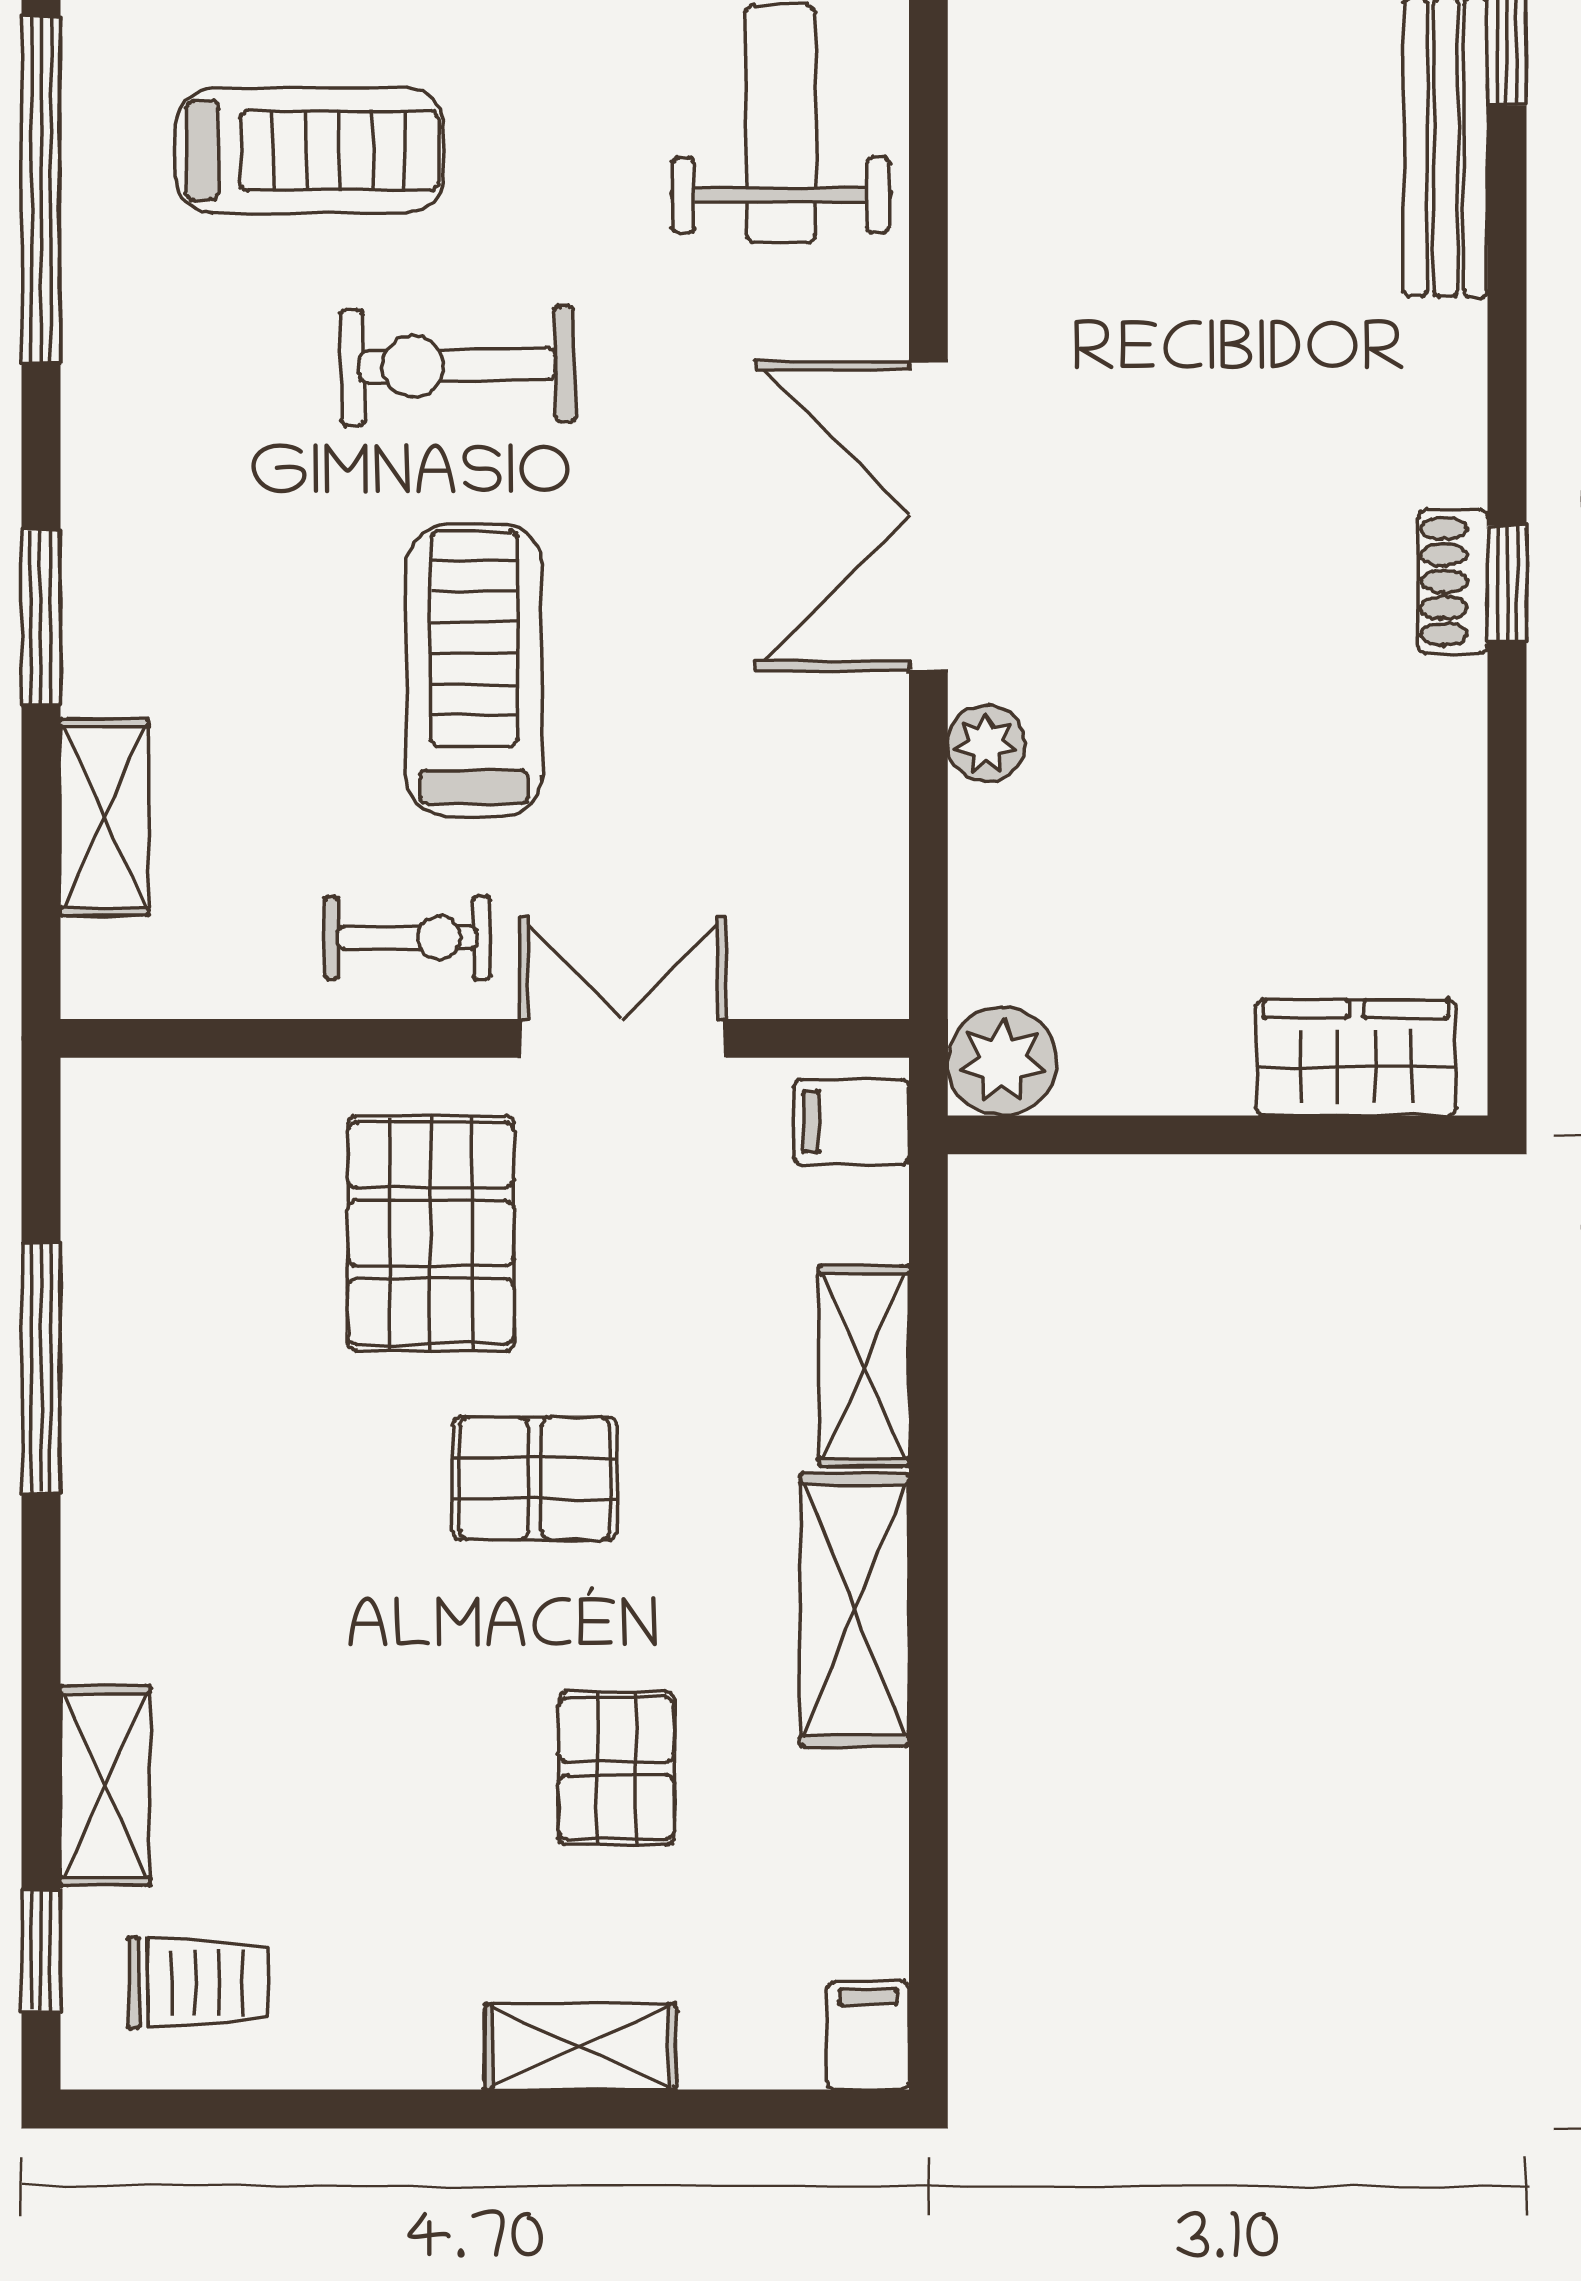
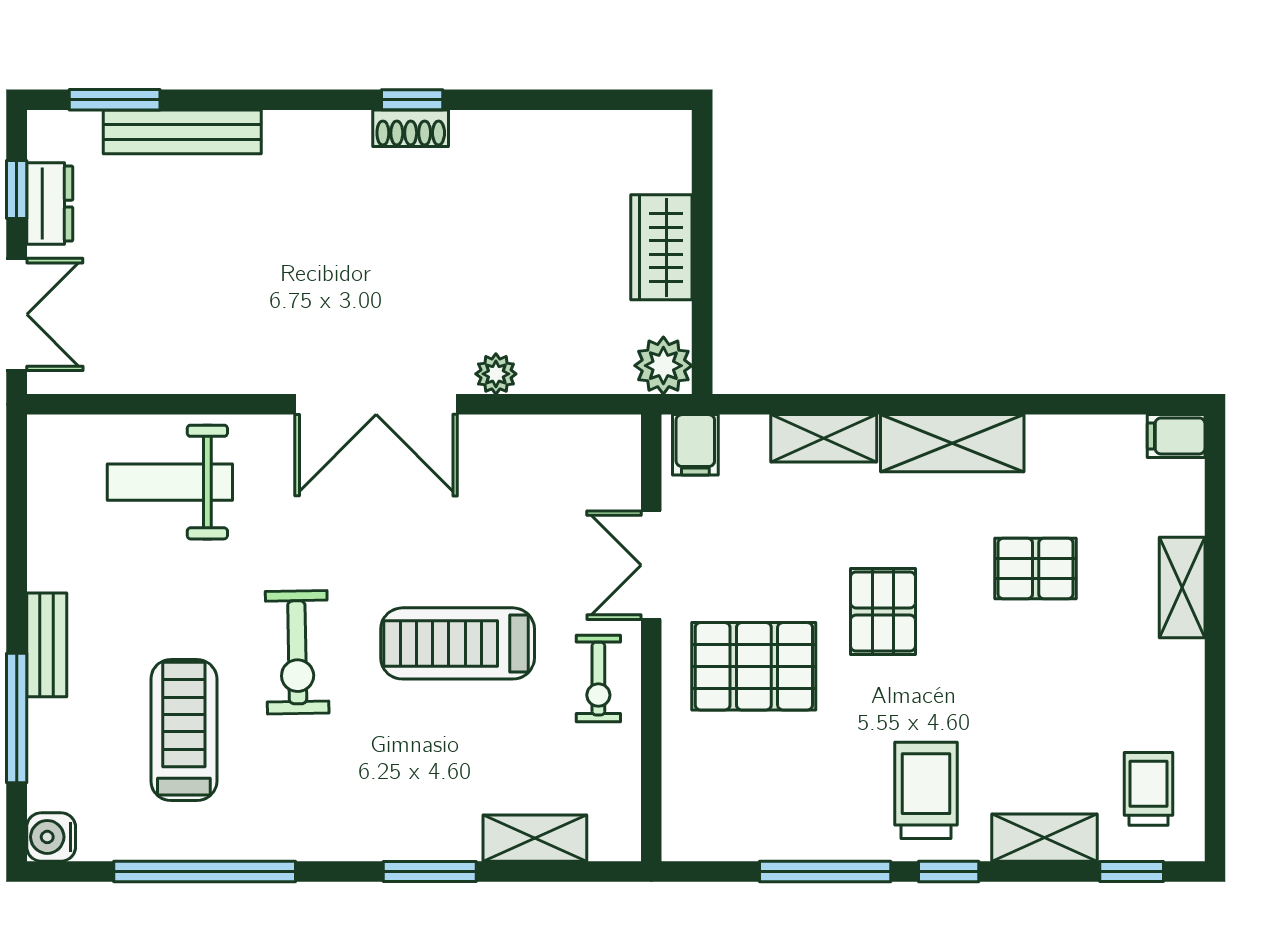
exercise bike: (407, 938) -> (598, 679), turned 180
wardrobe: (1356, 1058) -> (661, 247), moved
trolley: (195, 1560) -> (926, 790), added
window: (41, 1603) -> (949, 871), added

